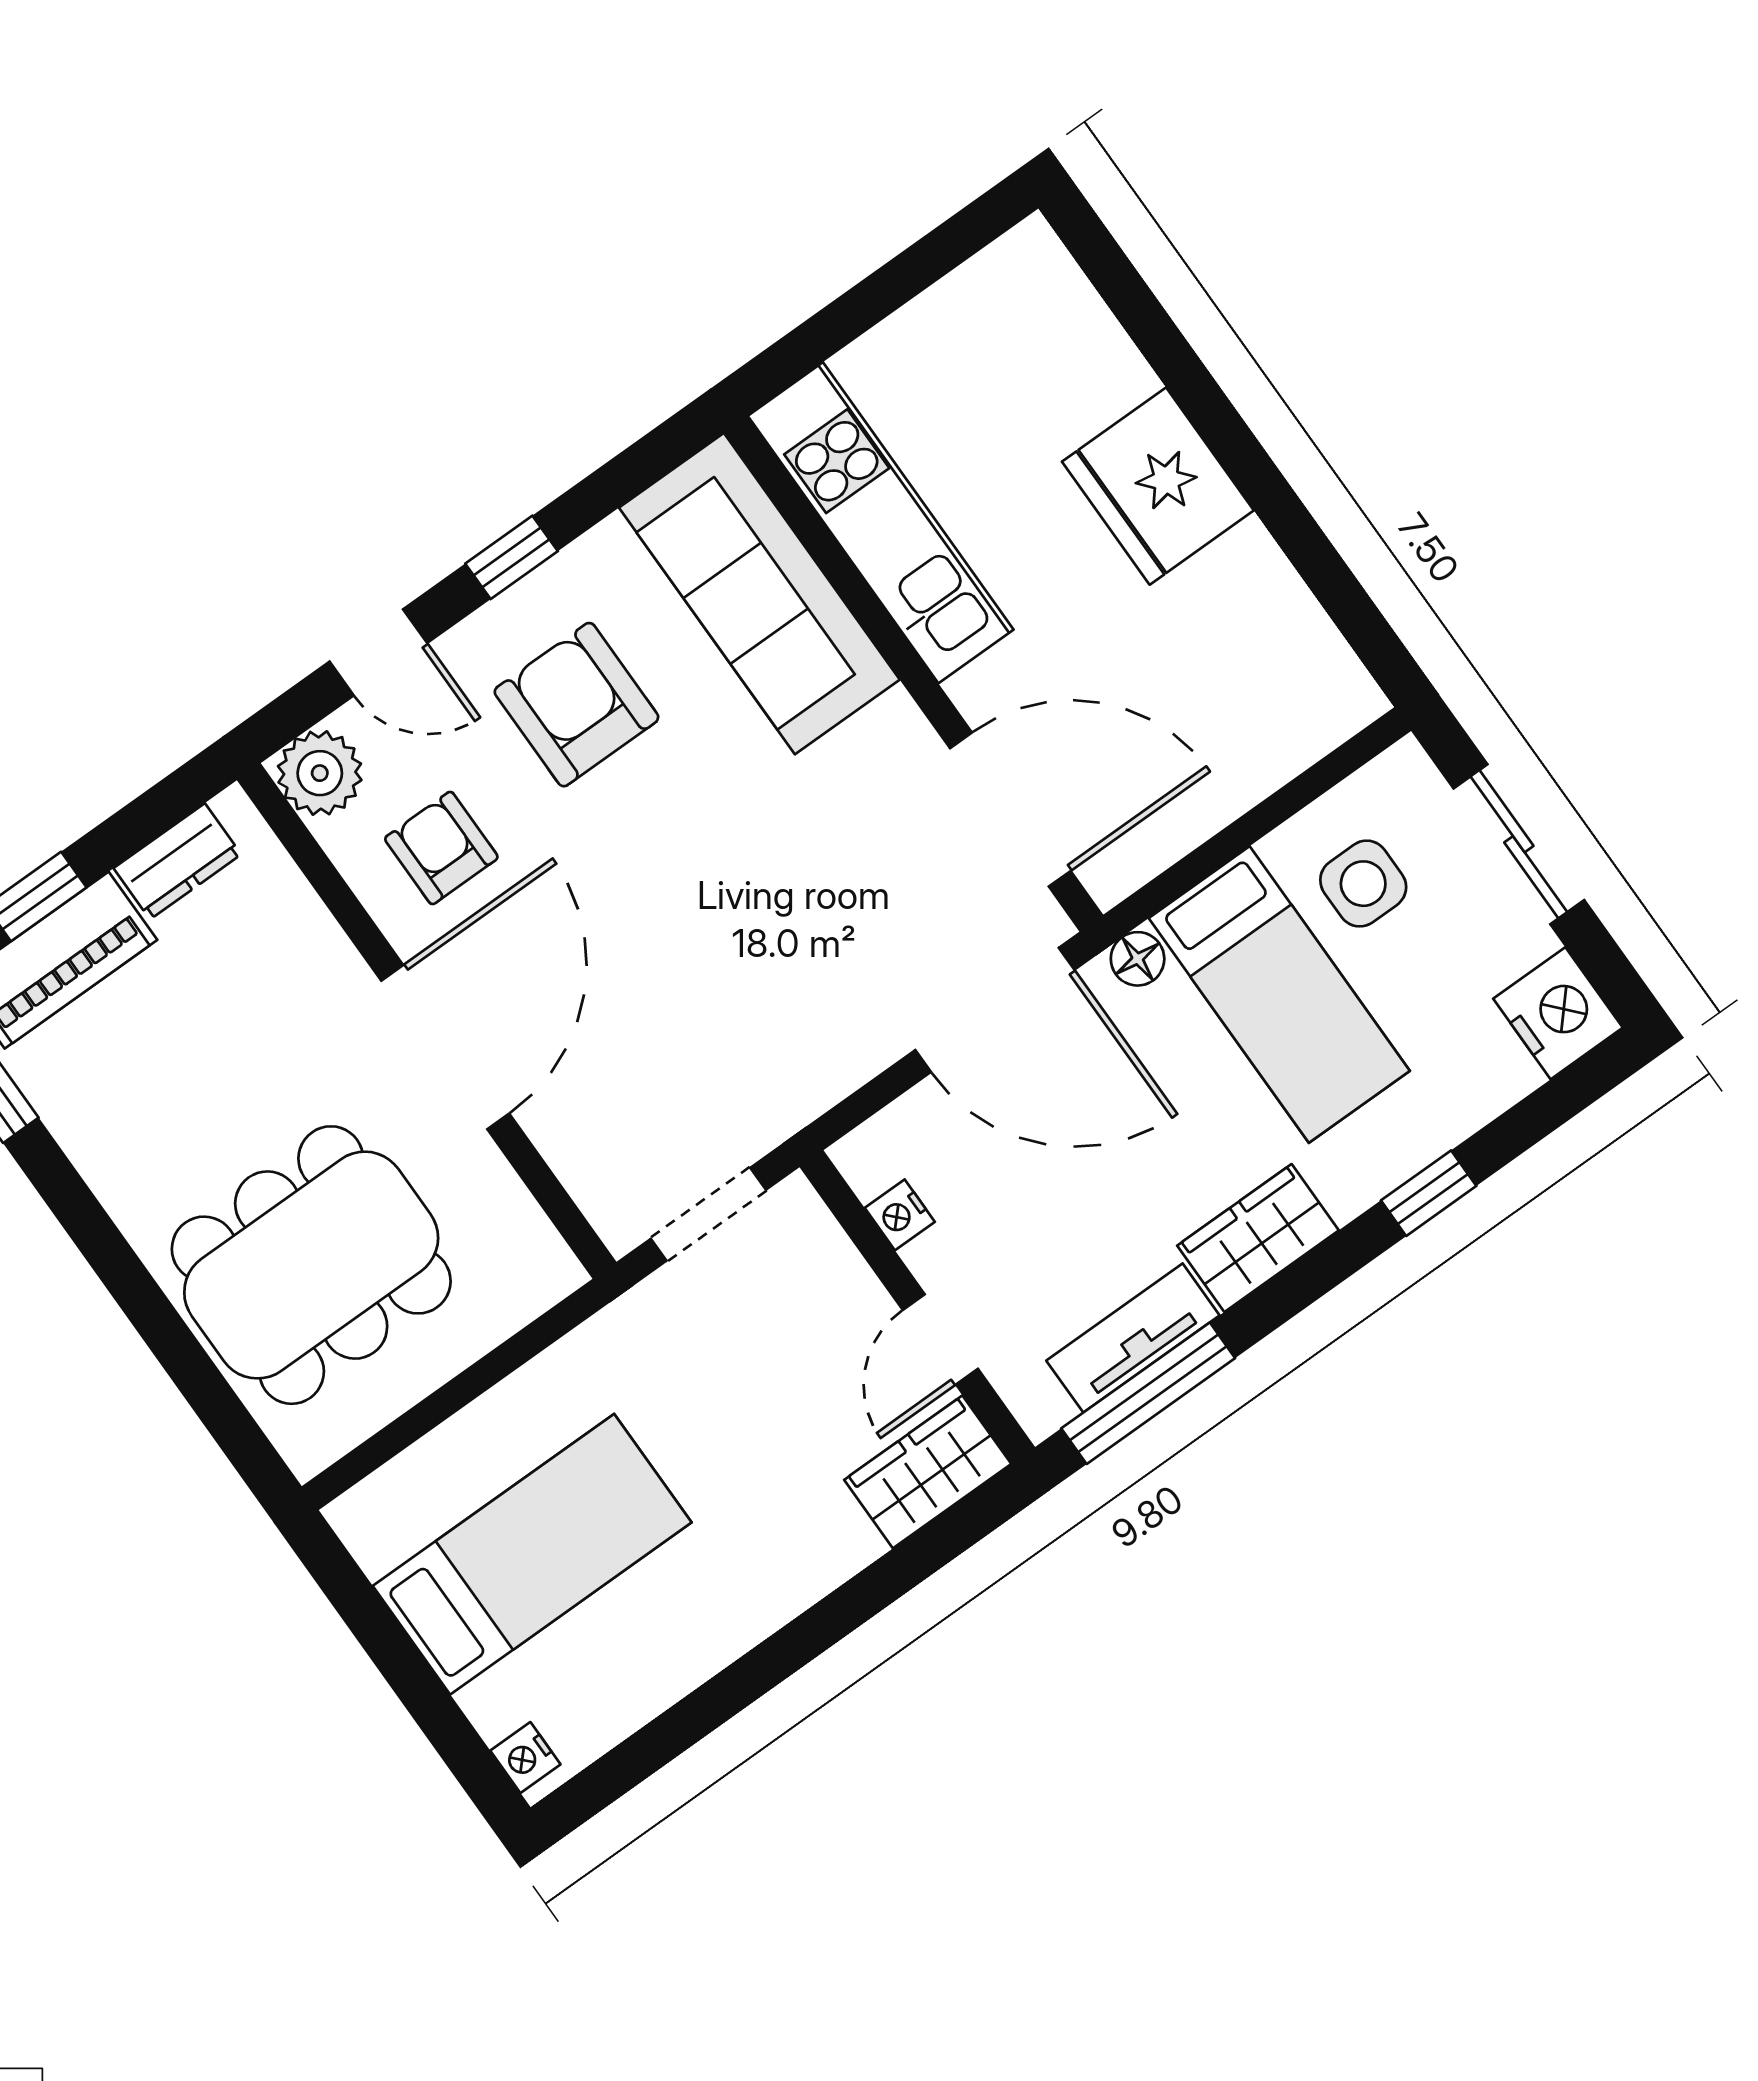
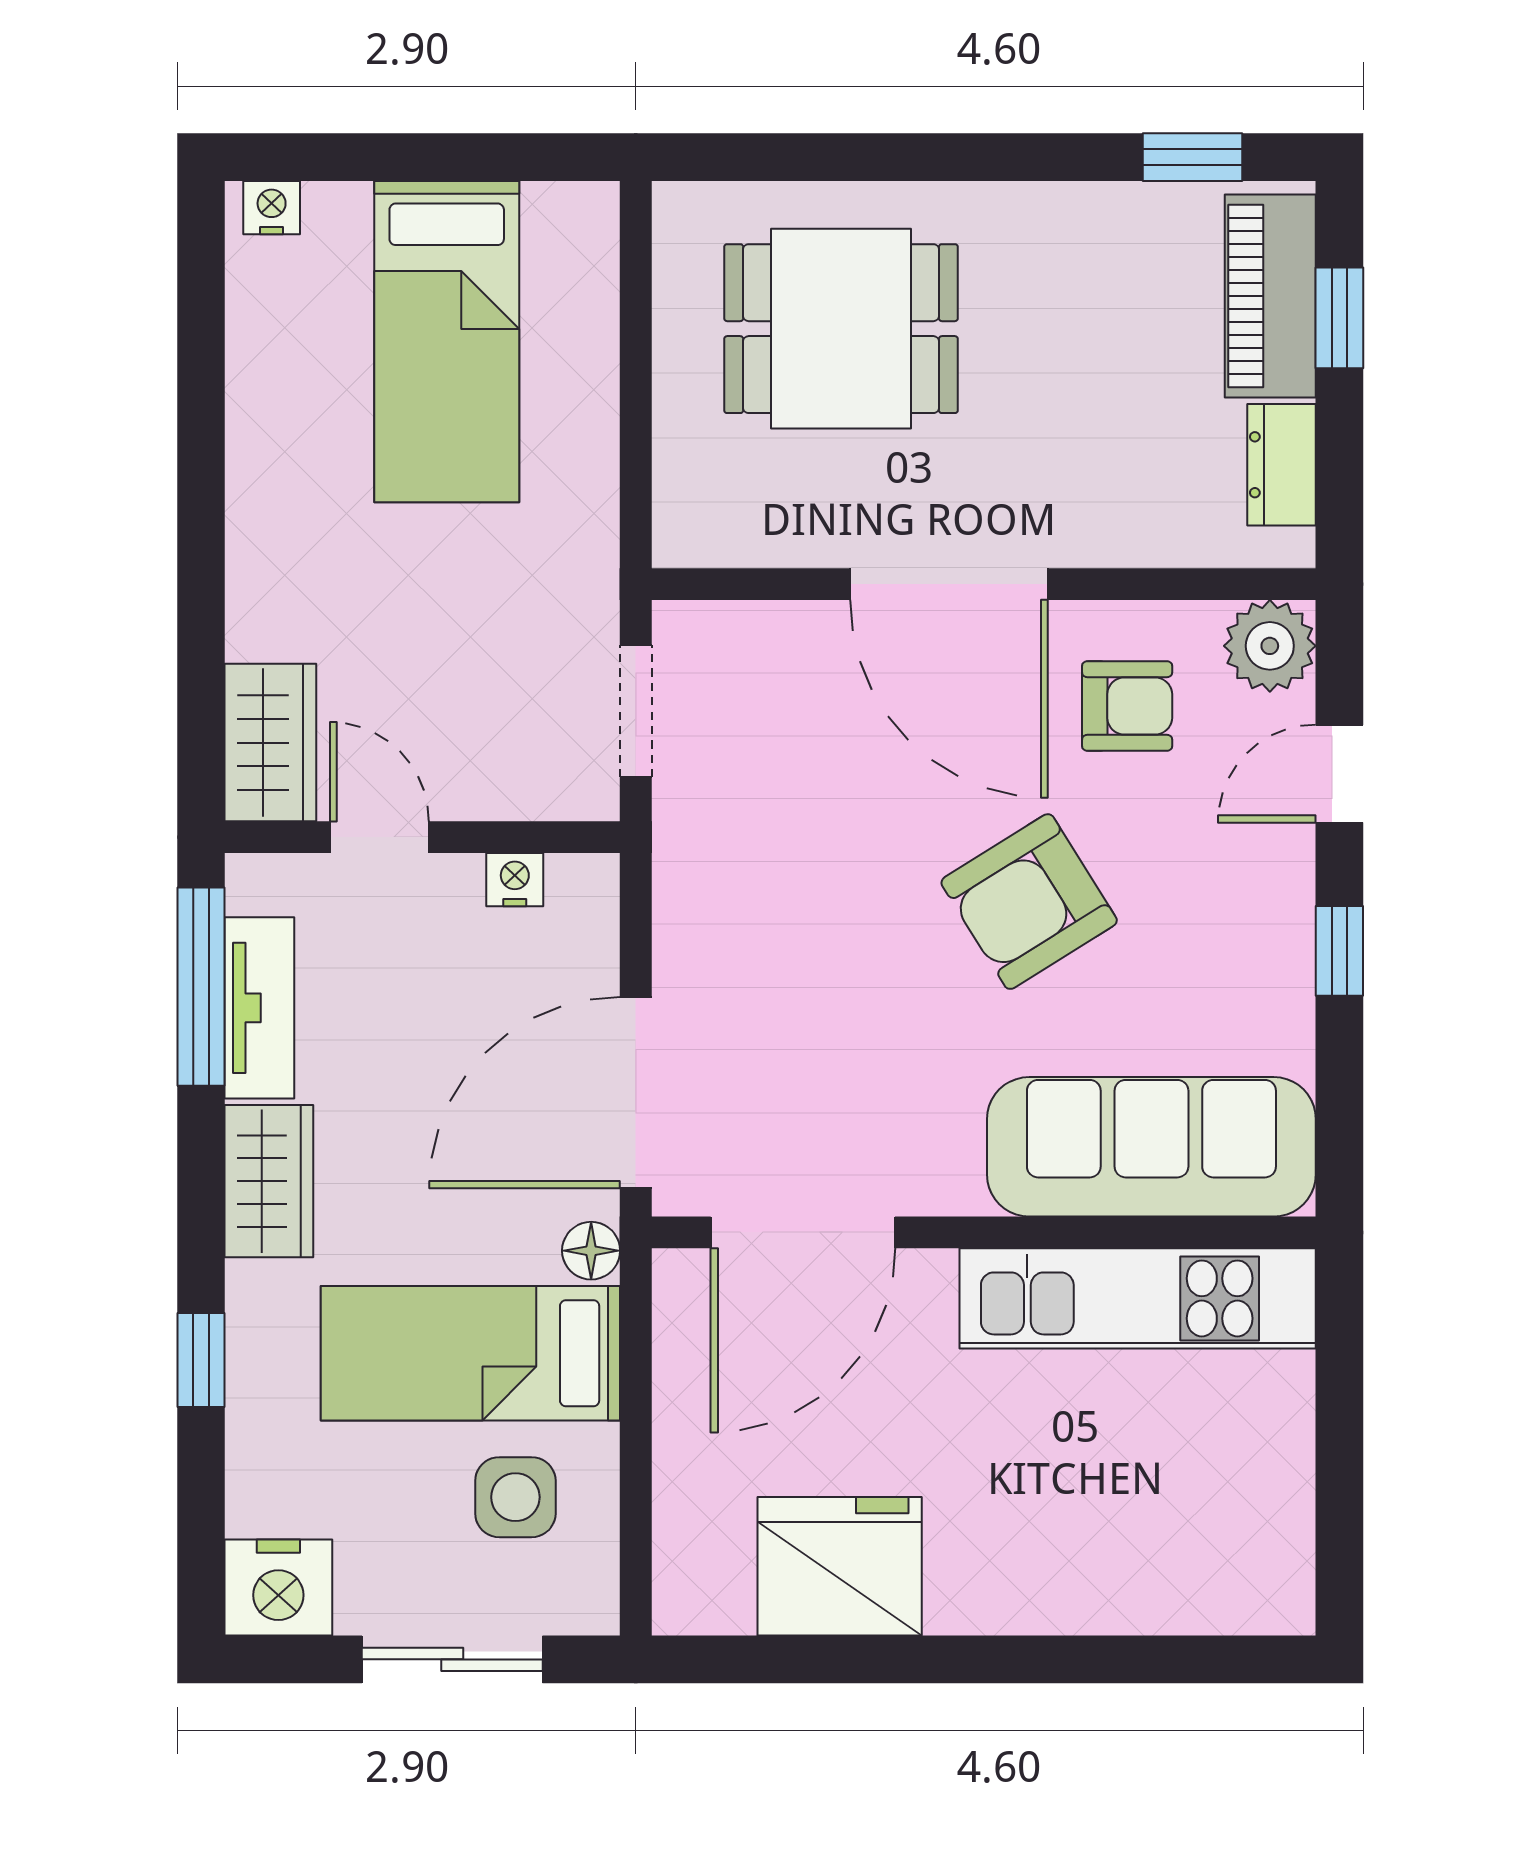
fridge: (1158, 486) -> (840, 1566), moved
armchair: (576, 705) -> (1029, 902), moved, turned 148
dining table: (311, 1265) -> (841, 329), width x0.73

